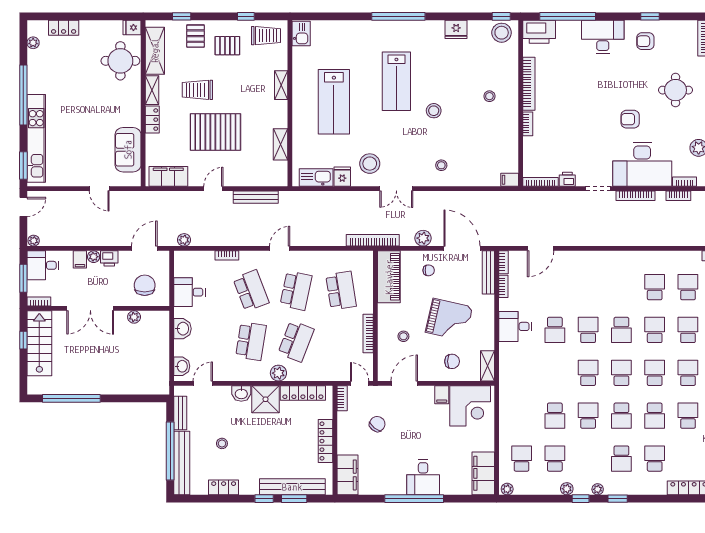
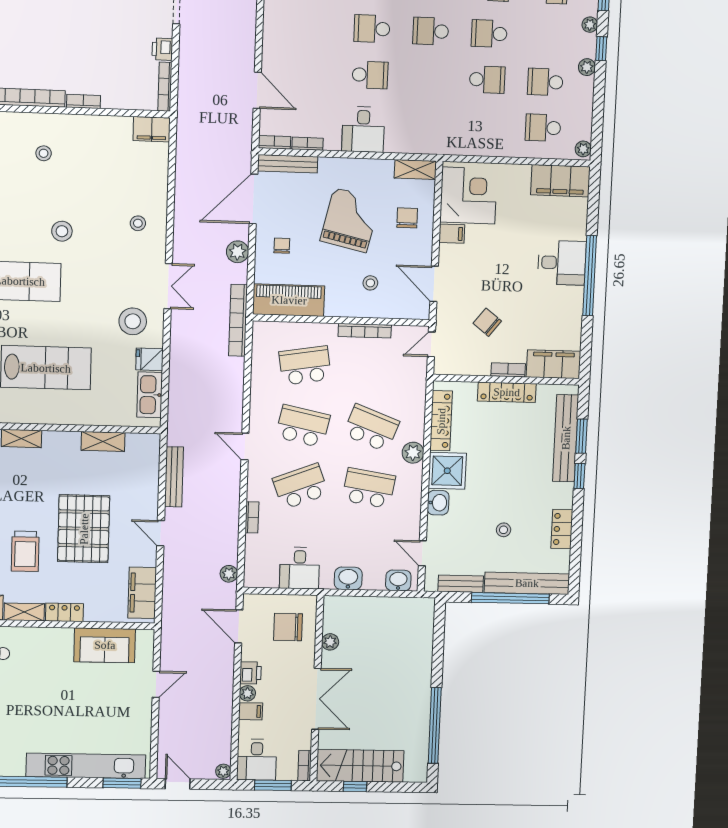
filing cabinet: (510, 180) -> (152, 129), width x2.00
bookcase: (342, 398) -> (508, 370), moved

